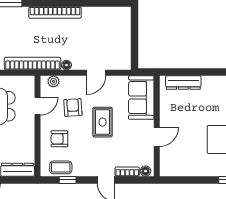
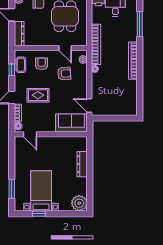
door: (96, 73) -> (89, 106), moved
dresser: (183, 83) -> (82, 164), moved
rug: (103, 122) -> (38, 95), moved
door: (157, 137) -> (30, 134), moved

